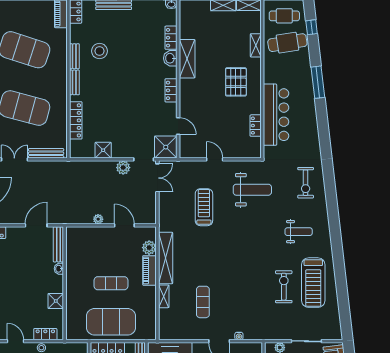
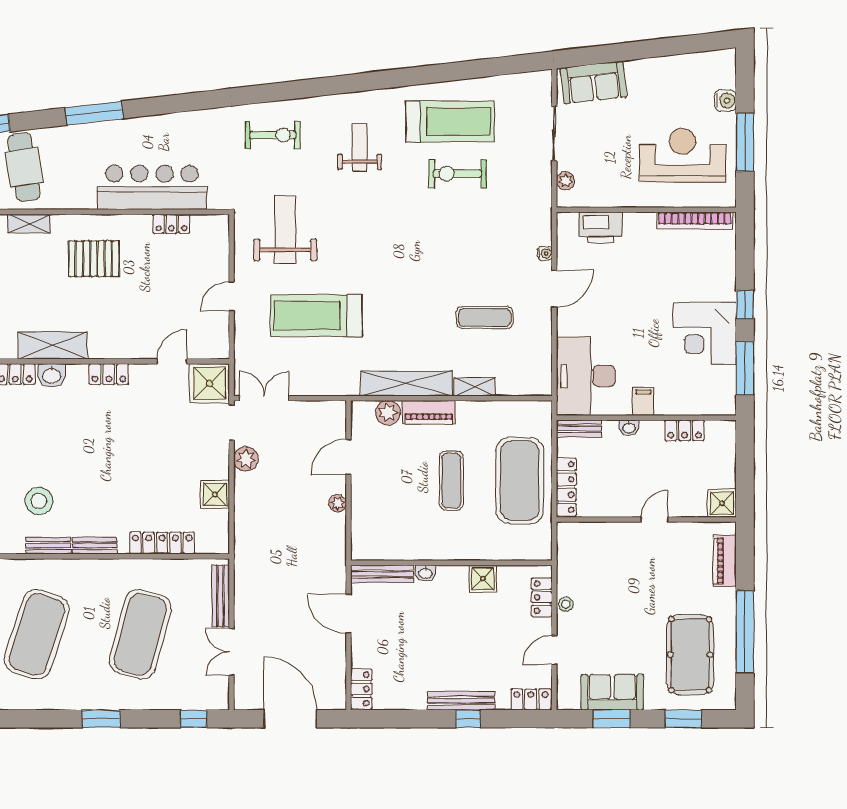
treadmill: (204, 207) -> (316, 316), width x1.37, depth x1.38

